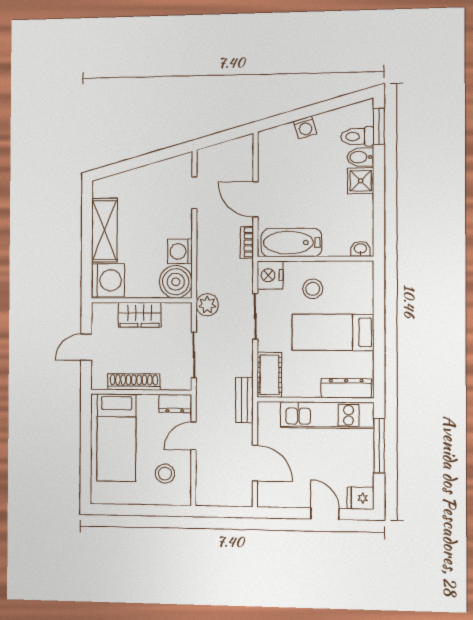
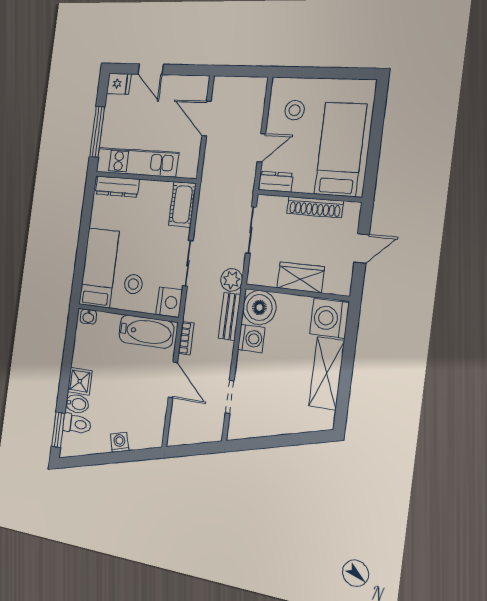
bed: (333, 332) -> (99, 268), moved, turned -90
bench: (244, 400) -> (229, 316), moved

